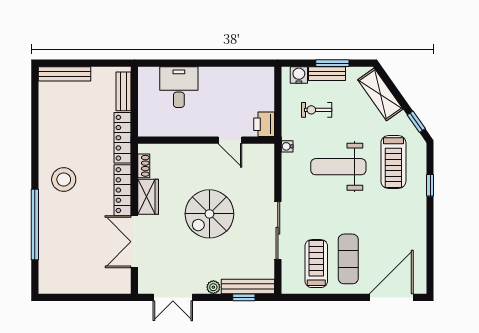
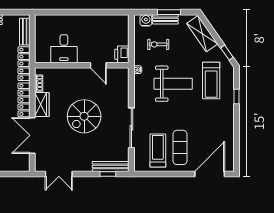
desk: (179, 87) -> (64, 49), moved, turned 180
weight bench: (338, 167) -> (173, 84), turned 180
plant: (213, 287) -> (87, 167), removed

